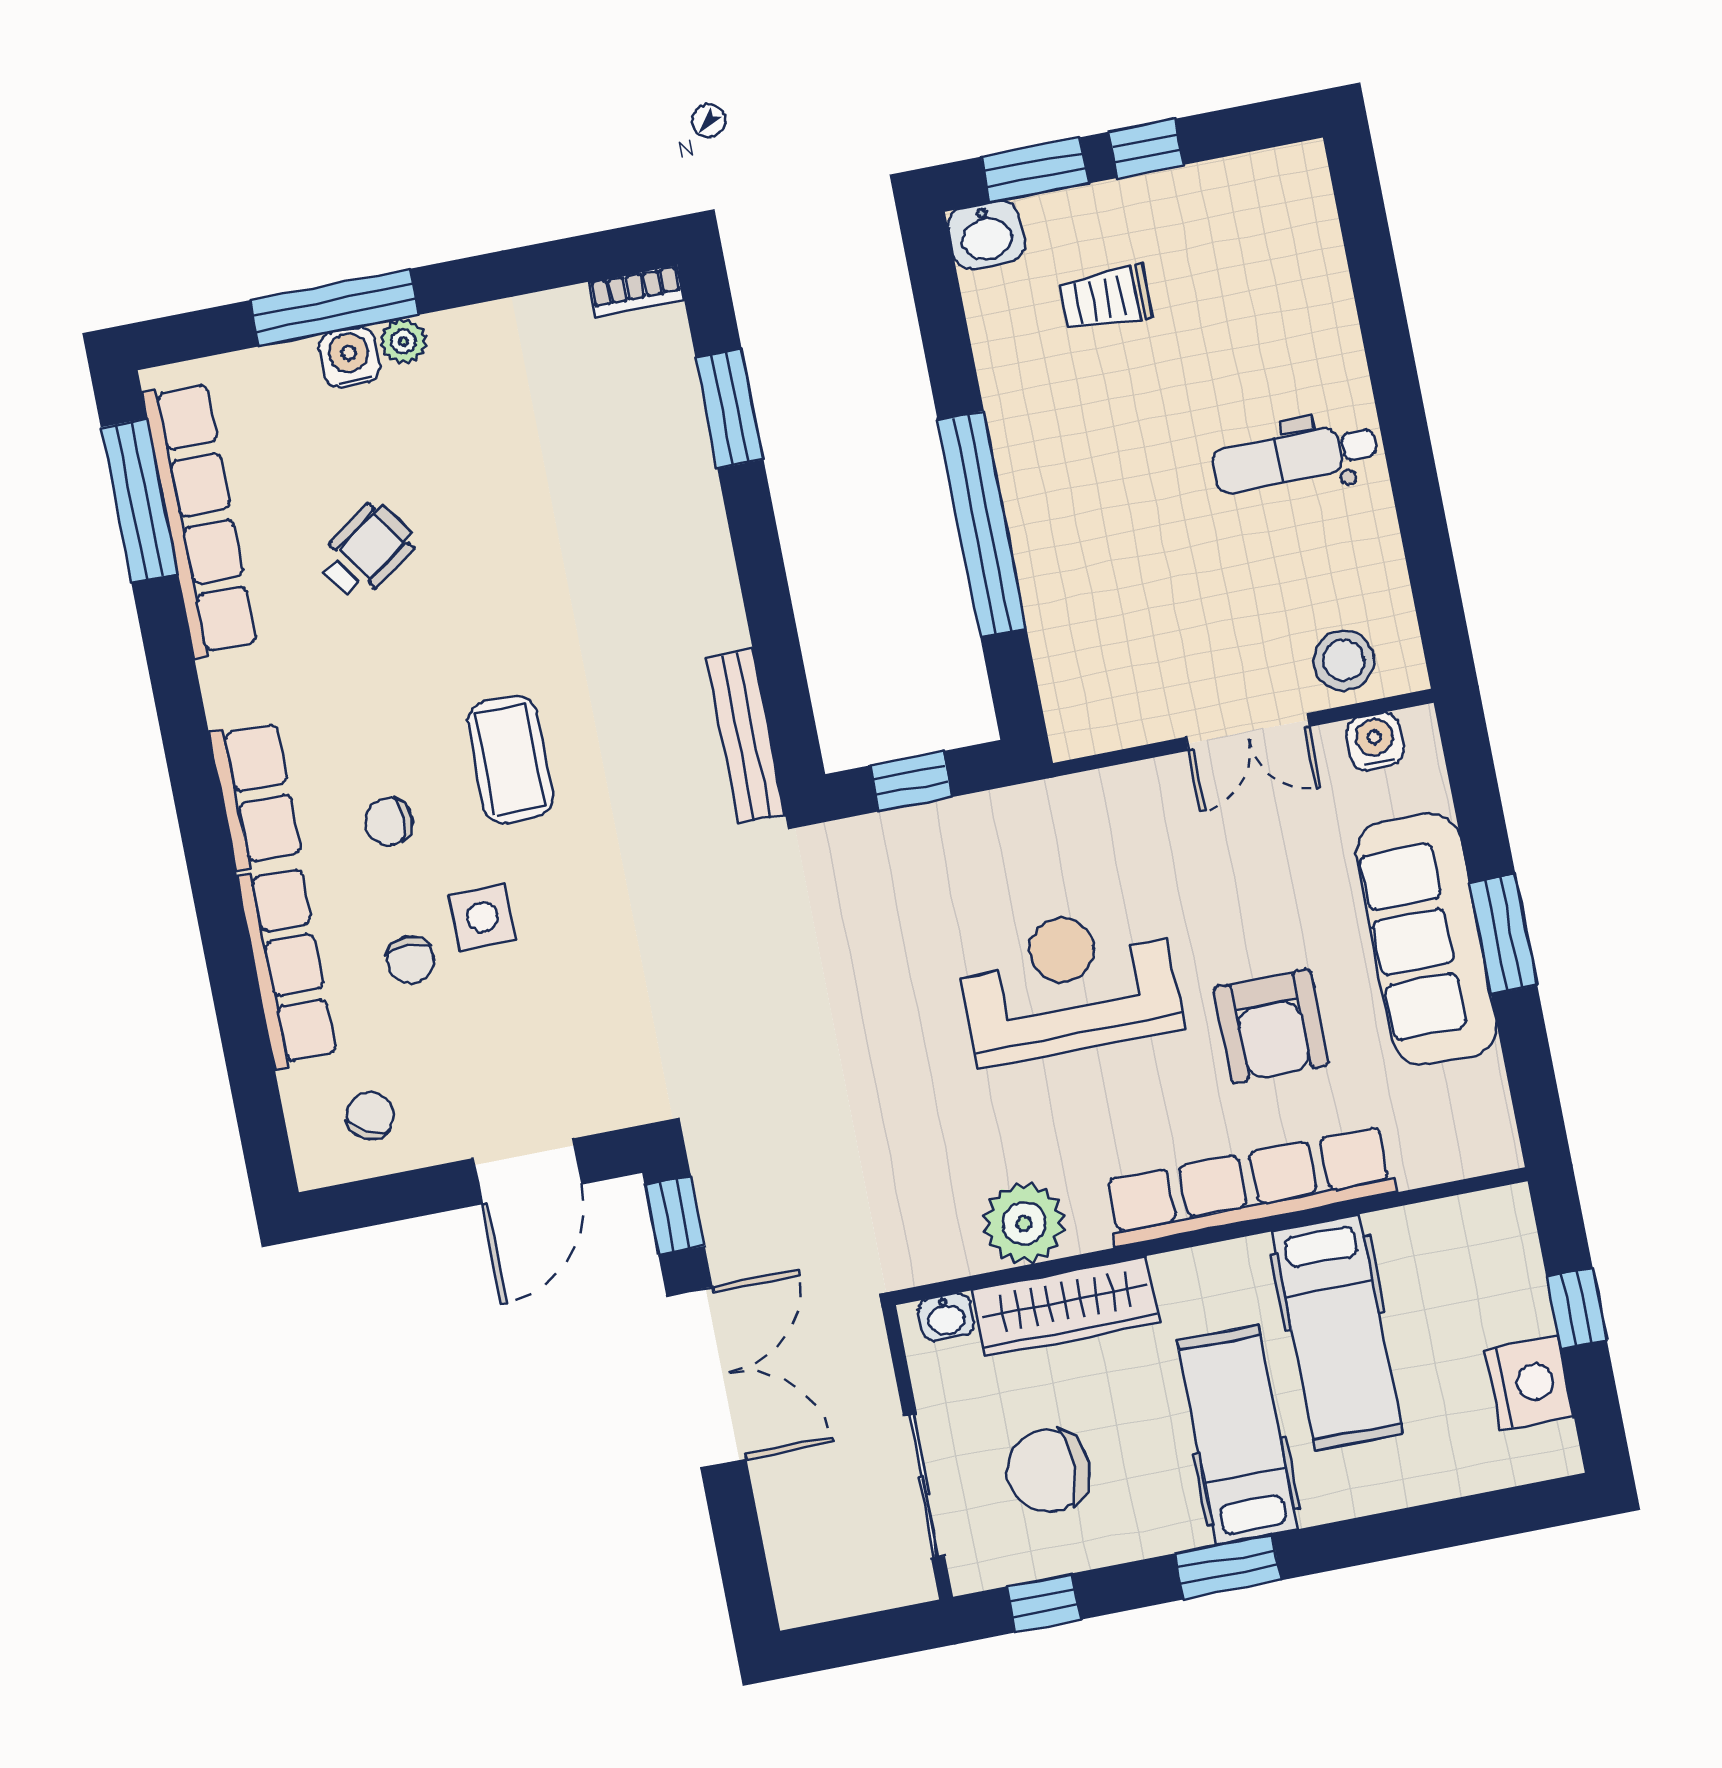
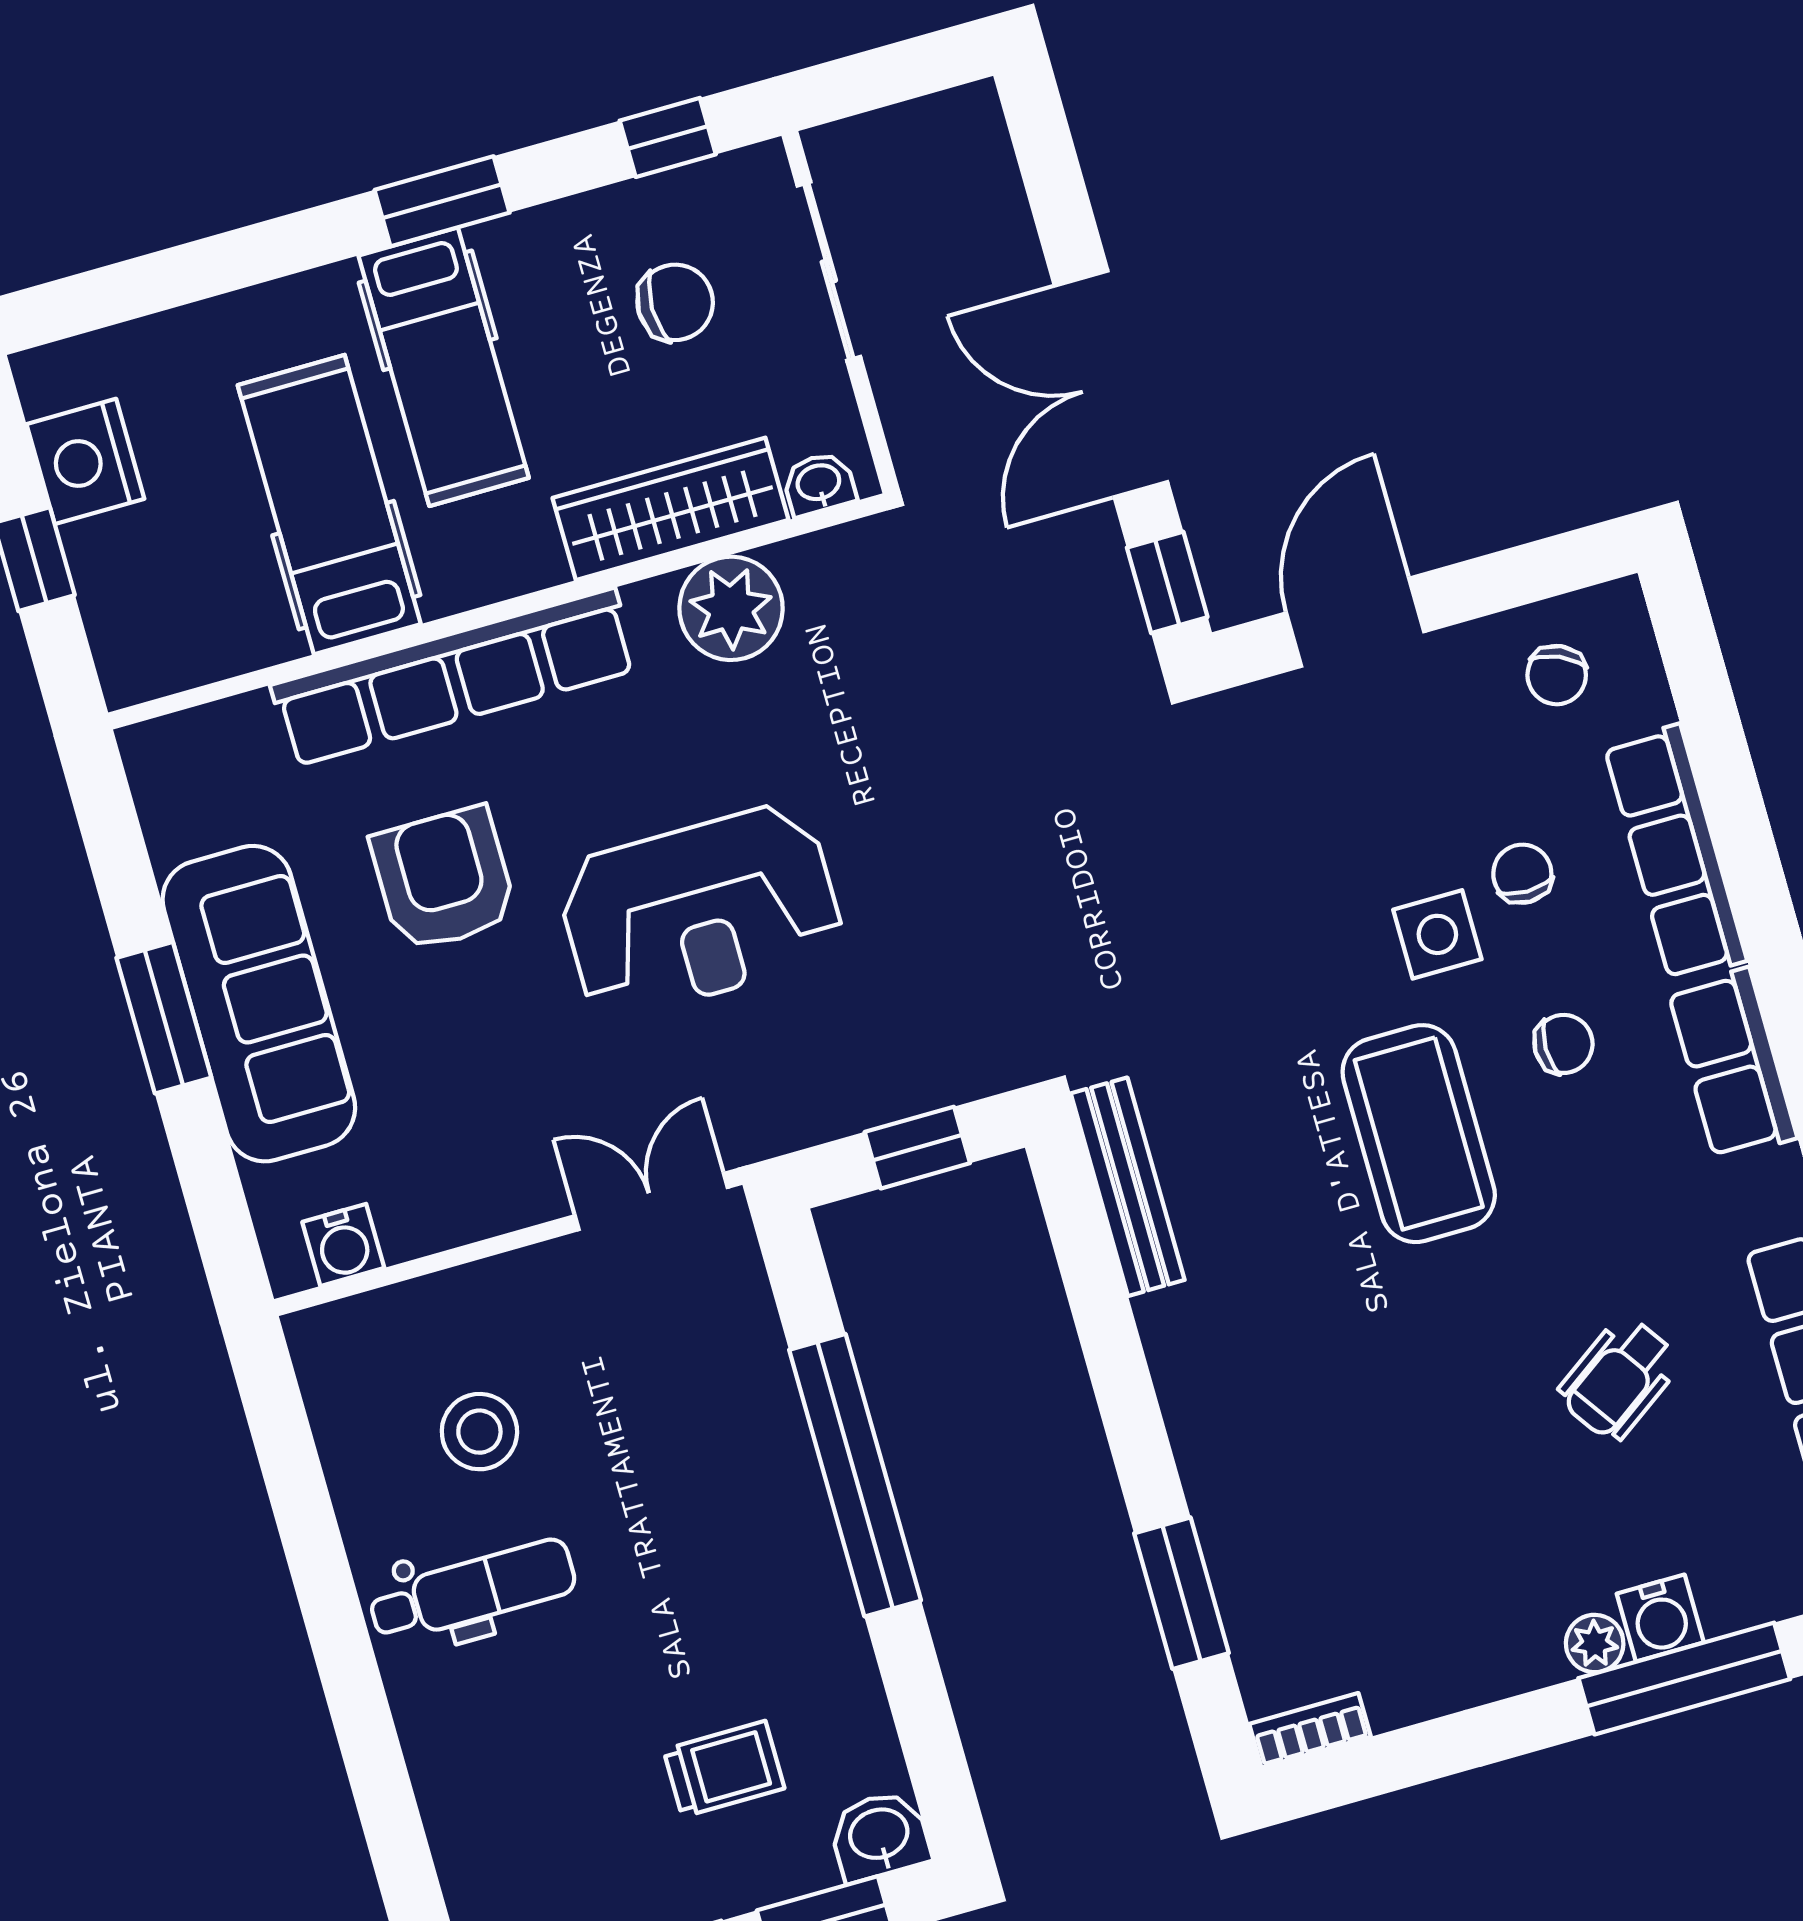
stool: (1344, 660) -> (479, 1432), moved
double door: (1248, 732) -> (651, 1202), moved
coffee table: (510, 760) -> (1419, 1134), width x1.36, depth x1.32
chair: (1049, 1471) -> (675, 302), width x0.73, depth x0.73

